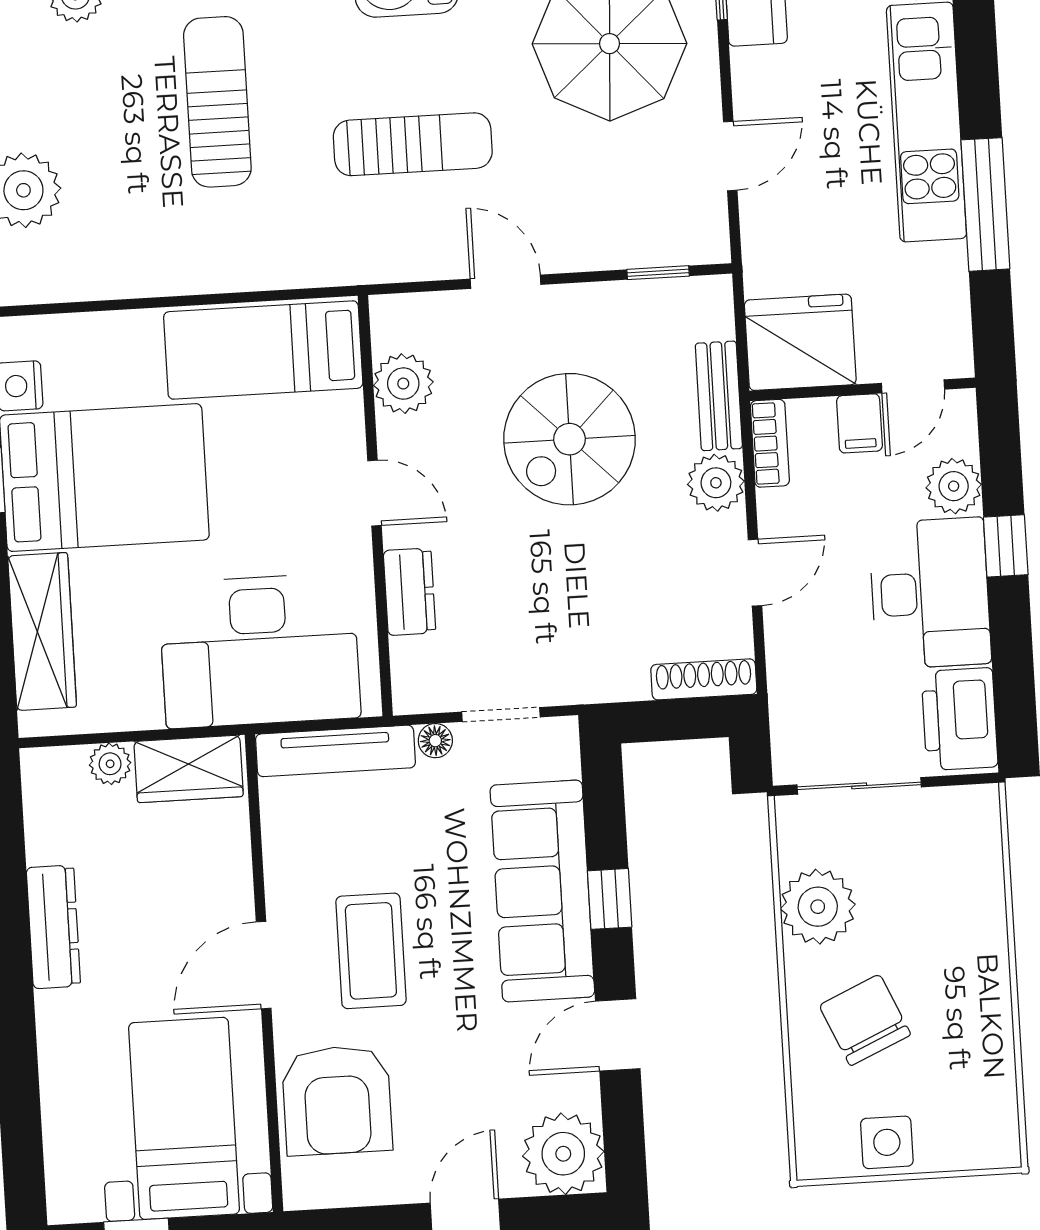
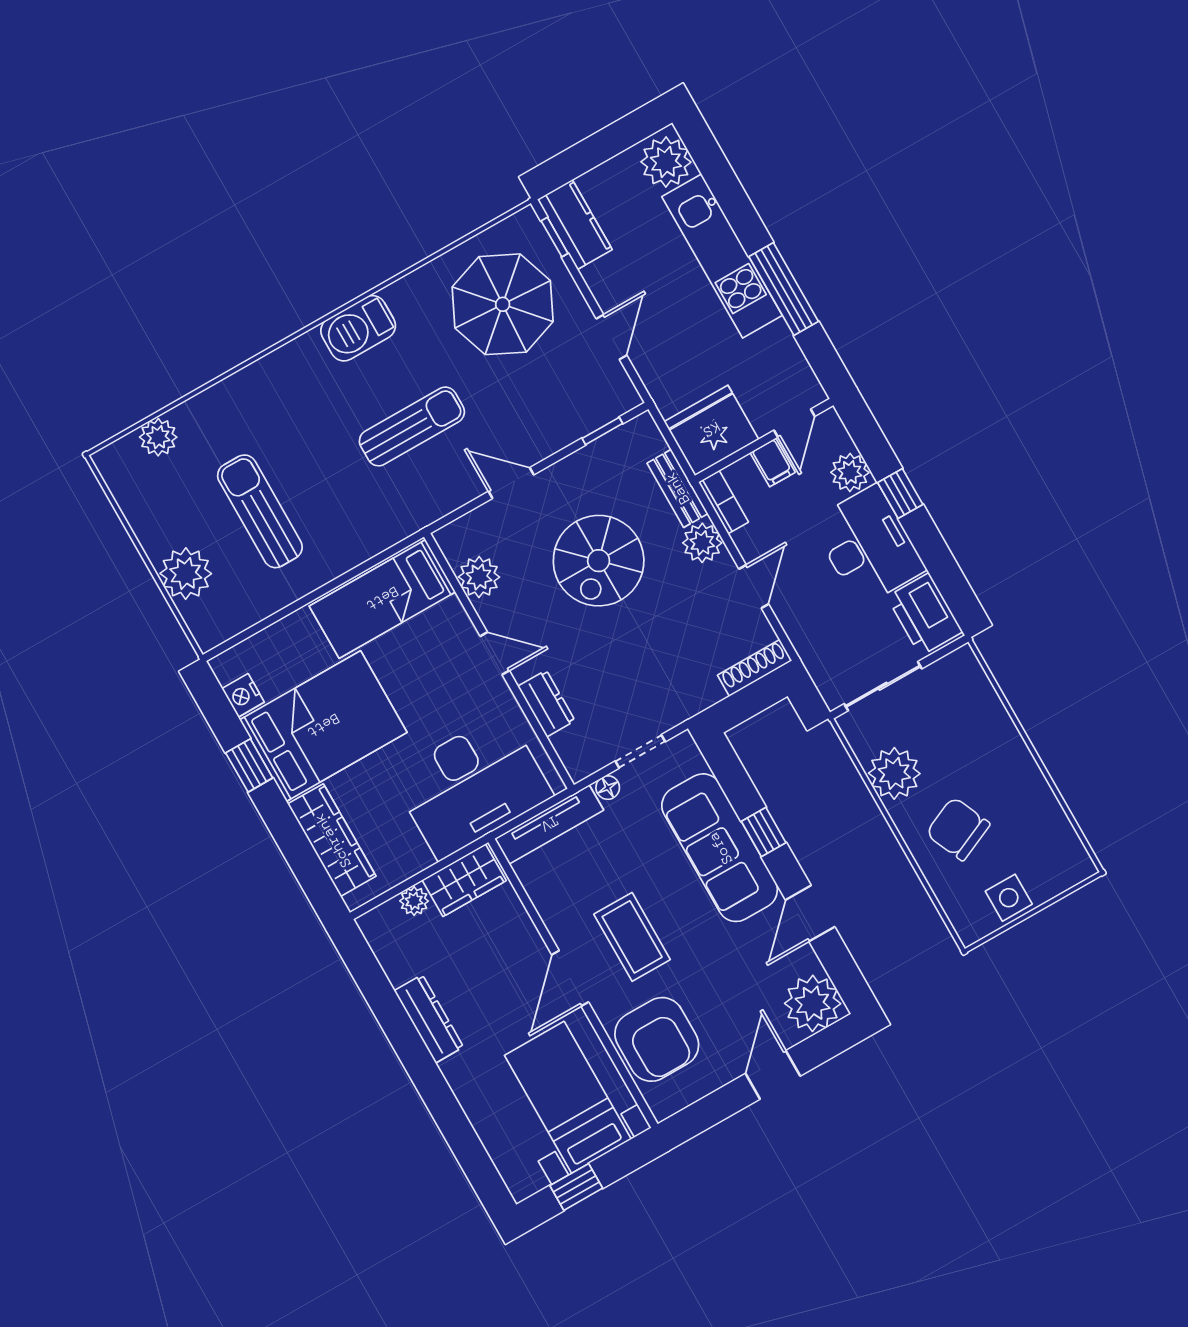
sun lounger: (217, 102) -> (260, 511), moved

